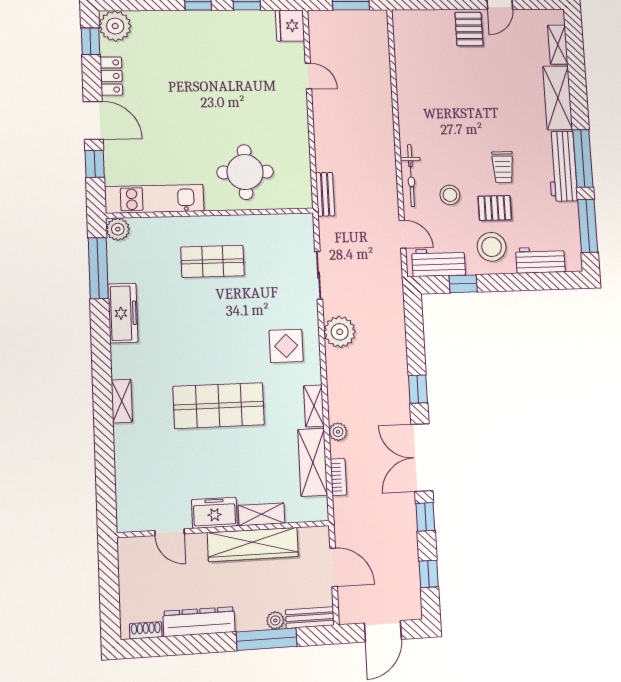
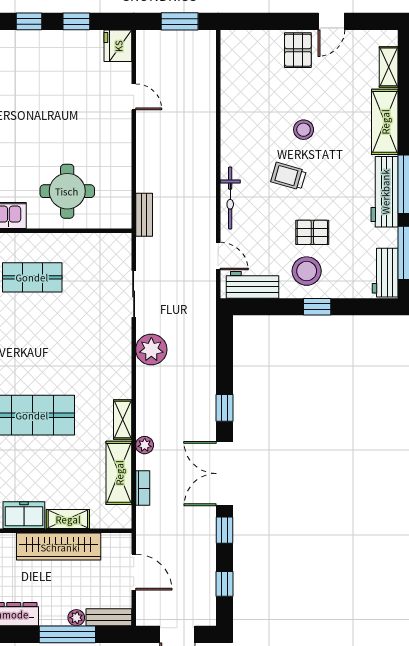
trolley: (503, 167) -> (288, 176), moved, turned 106
stool: (450, 195) -> (304, 130), moved
workbench: (540, 260) -> (385, 273), moved, turned -90
window: (463, 284) -> (317, 307), moved
display table: (286, 346) -> (99, 361), removed

